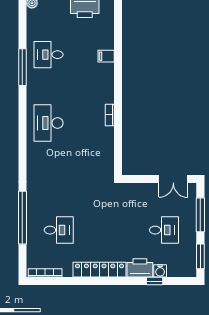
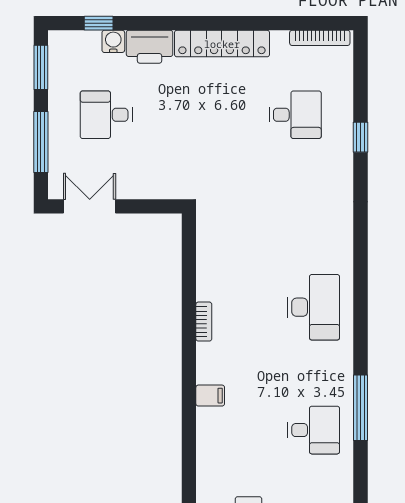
filing cabinet: (106, 56) -> (210, 396), moved
window: (22, 218) -> (361, 137), width x0.32
desk: (59, 230) -> (295, 115), turned 180
window: (155, 281) -> (99, 23), moved

